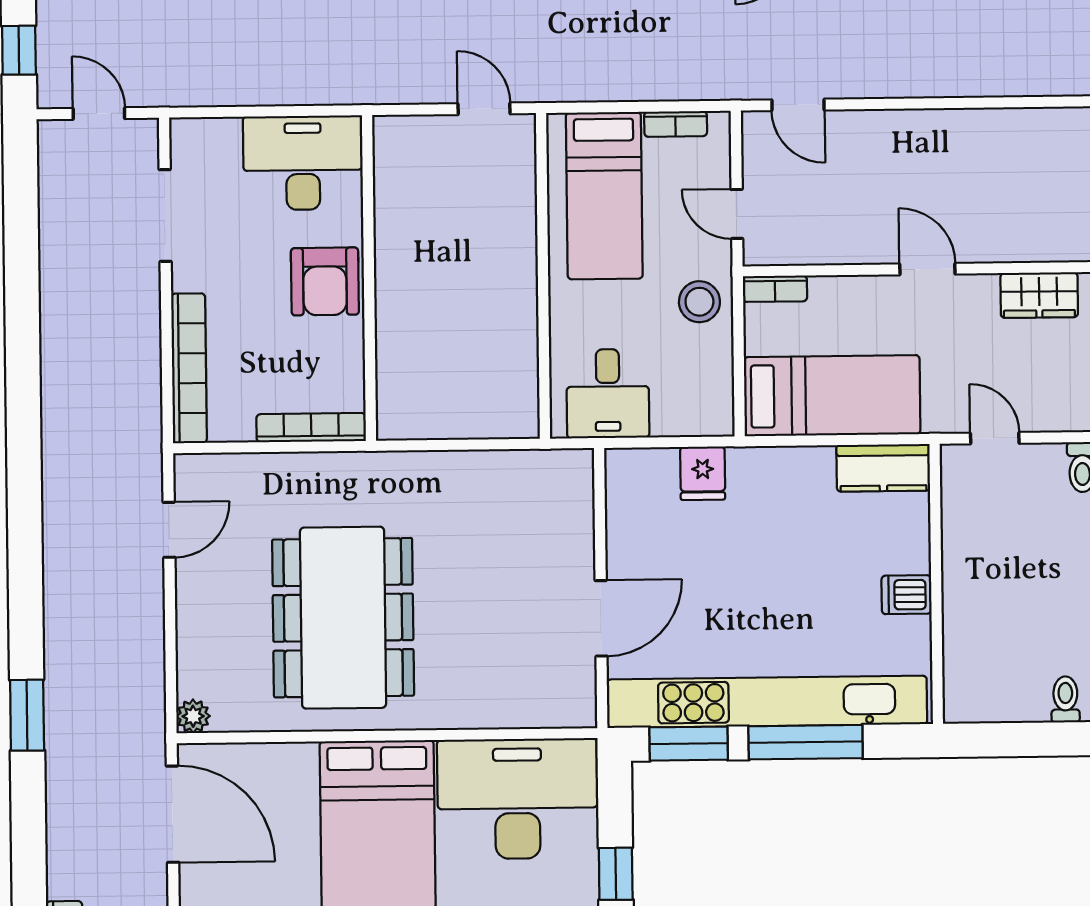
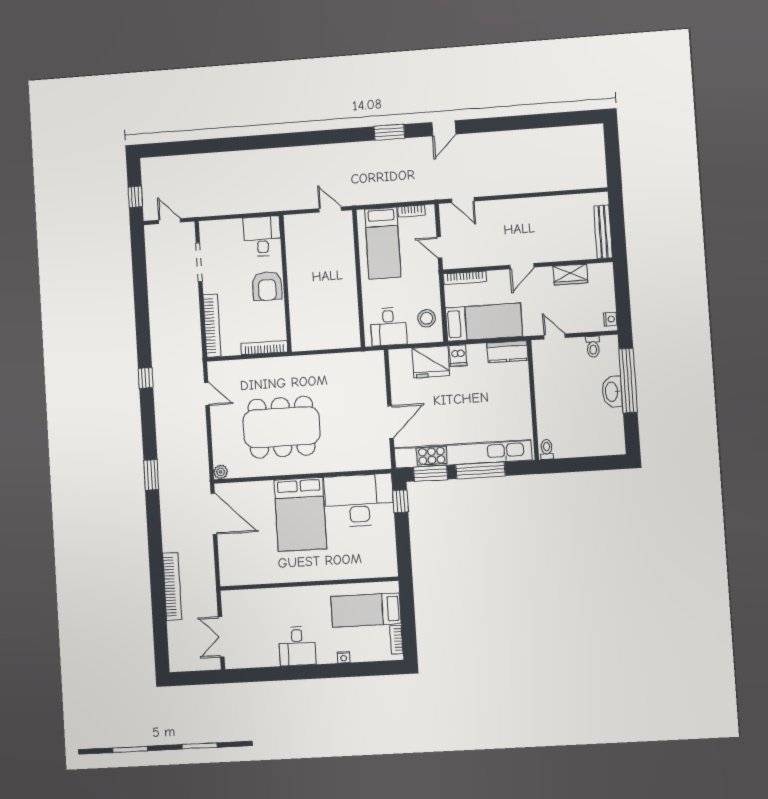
desk: (303, 163) -> (262, 236), width x0.73
door: (927, 269) -> (522, 266), swing flipped
bookcase: (775, 289) -> (465, 278), width x1.56
stool: (699, 302) -> (427, 318), moved
fridge: (703, 473) -> (431, 362), width x1.88, depth x1.34
window: (24, 484) -> (146, 378), added
door: (169, 530) -> (207, 394), hinge flipped
dishwasher: (907, 595) -> (458, 356), moved, turned -90
dining table: (343, 618) -> (282, 427), turned 90
toilet: (1065, 699) -> (547, 449), moved
window: (616, 874) -> (400, 501), moved

